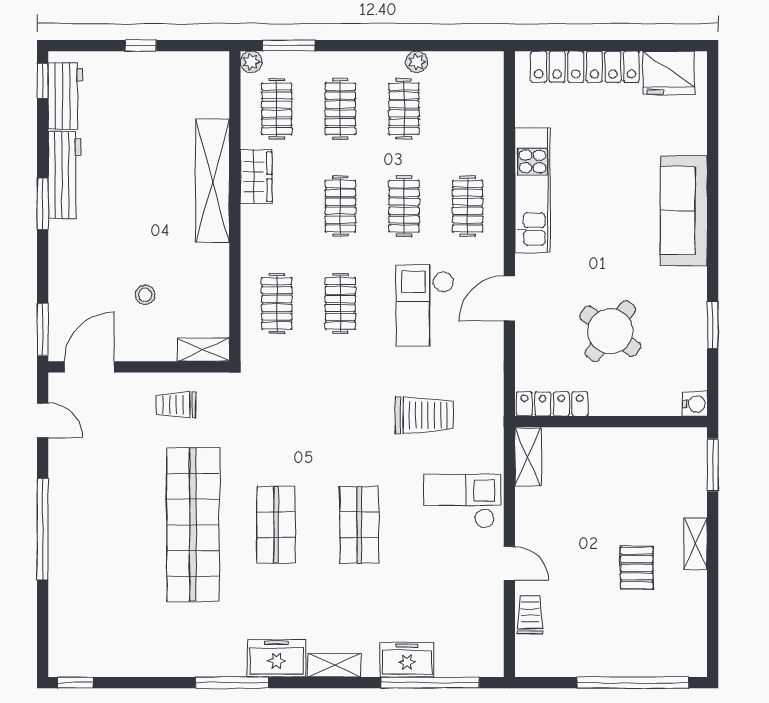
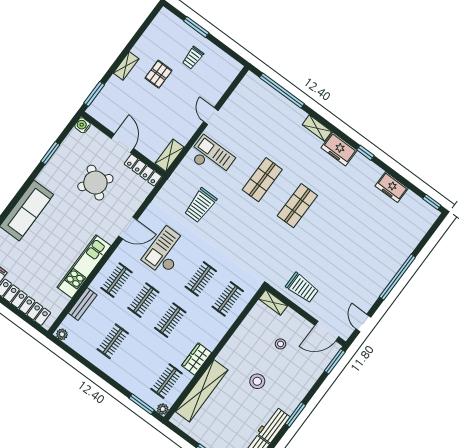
plant: (417, 62) -> (62, 334), moved
clothes rail: (340, 109) -> (140, 361), removed
bench: (492, 131) -> (83, 304), added
workbench: (64, 175) -> (273, 425), width x0.73
shelving: (213, 181) -> (202, 391), moved
stool: (138, 211) -> (257, 381), added
checkout: (425, 306) -> (166, 252), turned 180
trolley: (176, 405) -> (302, 288), width x1.36, depth x1.39
trolley: (424, 415) -> (200, 205), turned -90
door: (613, 422) -> (123, 143), added
checkout: (462, 501) -> (211, 157), turned 180
shop shelf: (193, 525) -> (333, 232), removed
trolley: (530, 615) -> (193, 58), moved
freezer: (407, 660) -> (392, 187), moved
window: (232, 683) -> (365, 153), width x0.46
window: (633, 683) -> (196, 27), width x0.47

